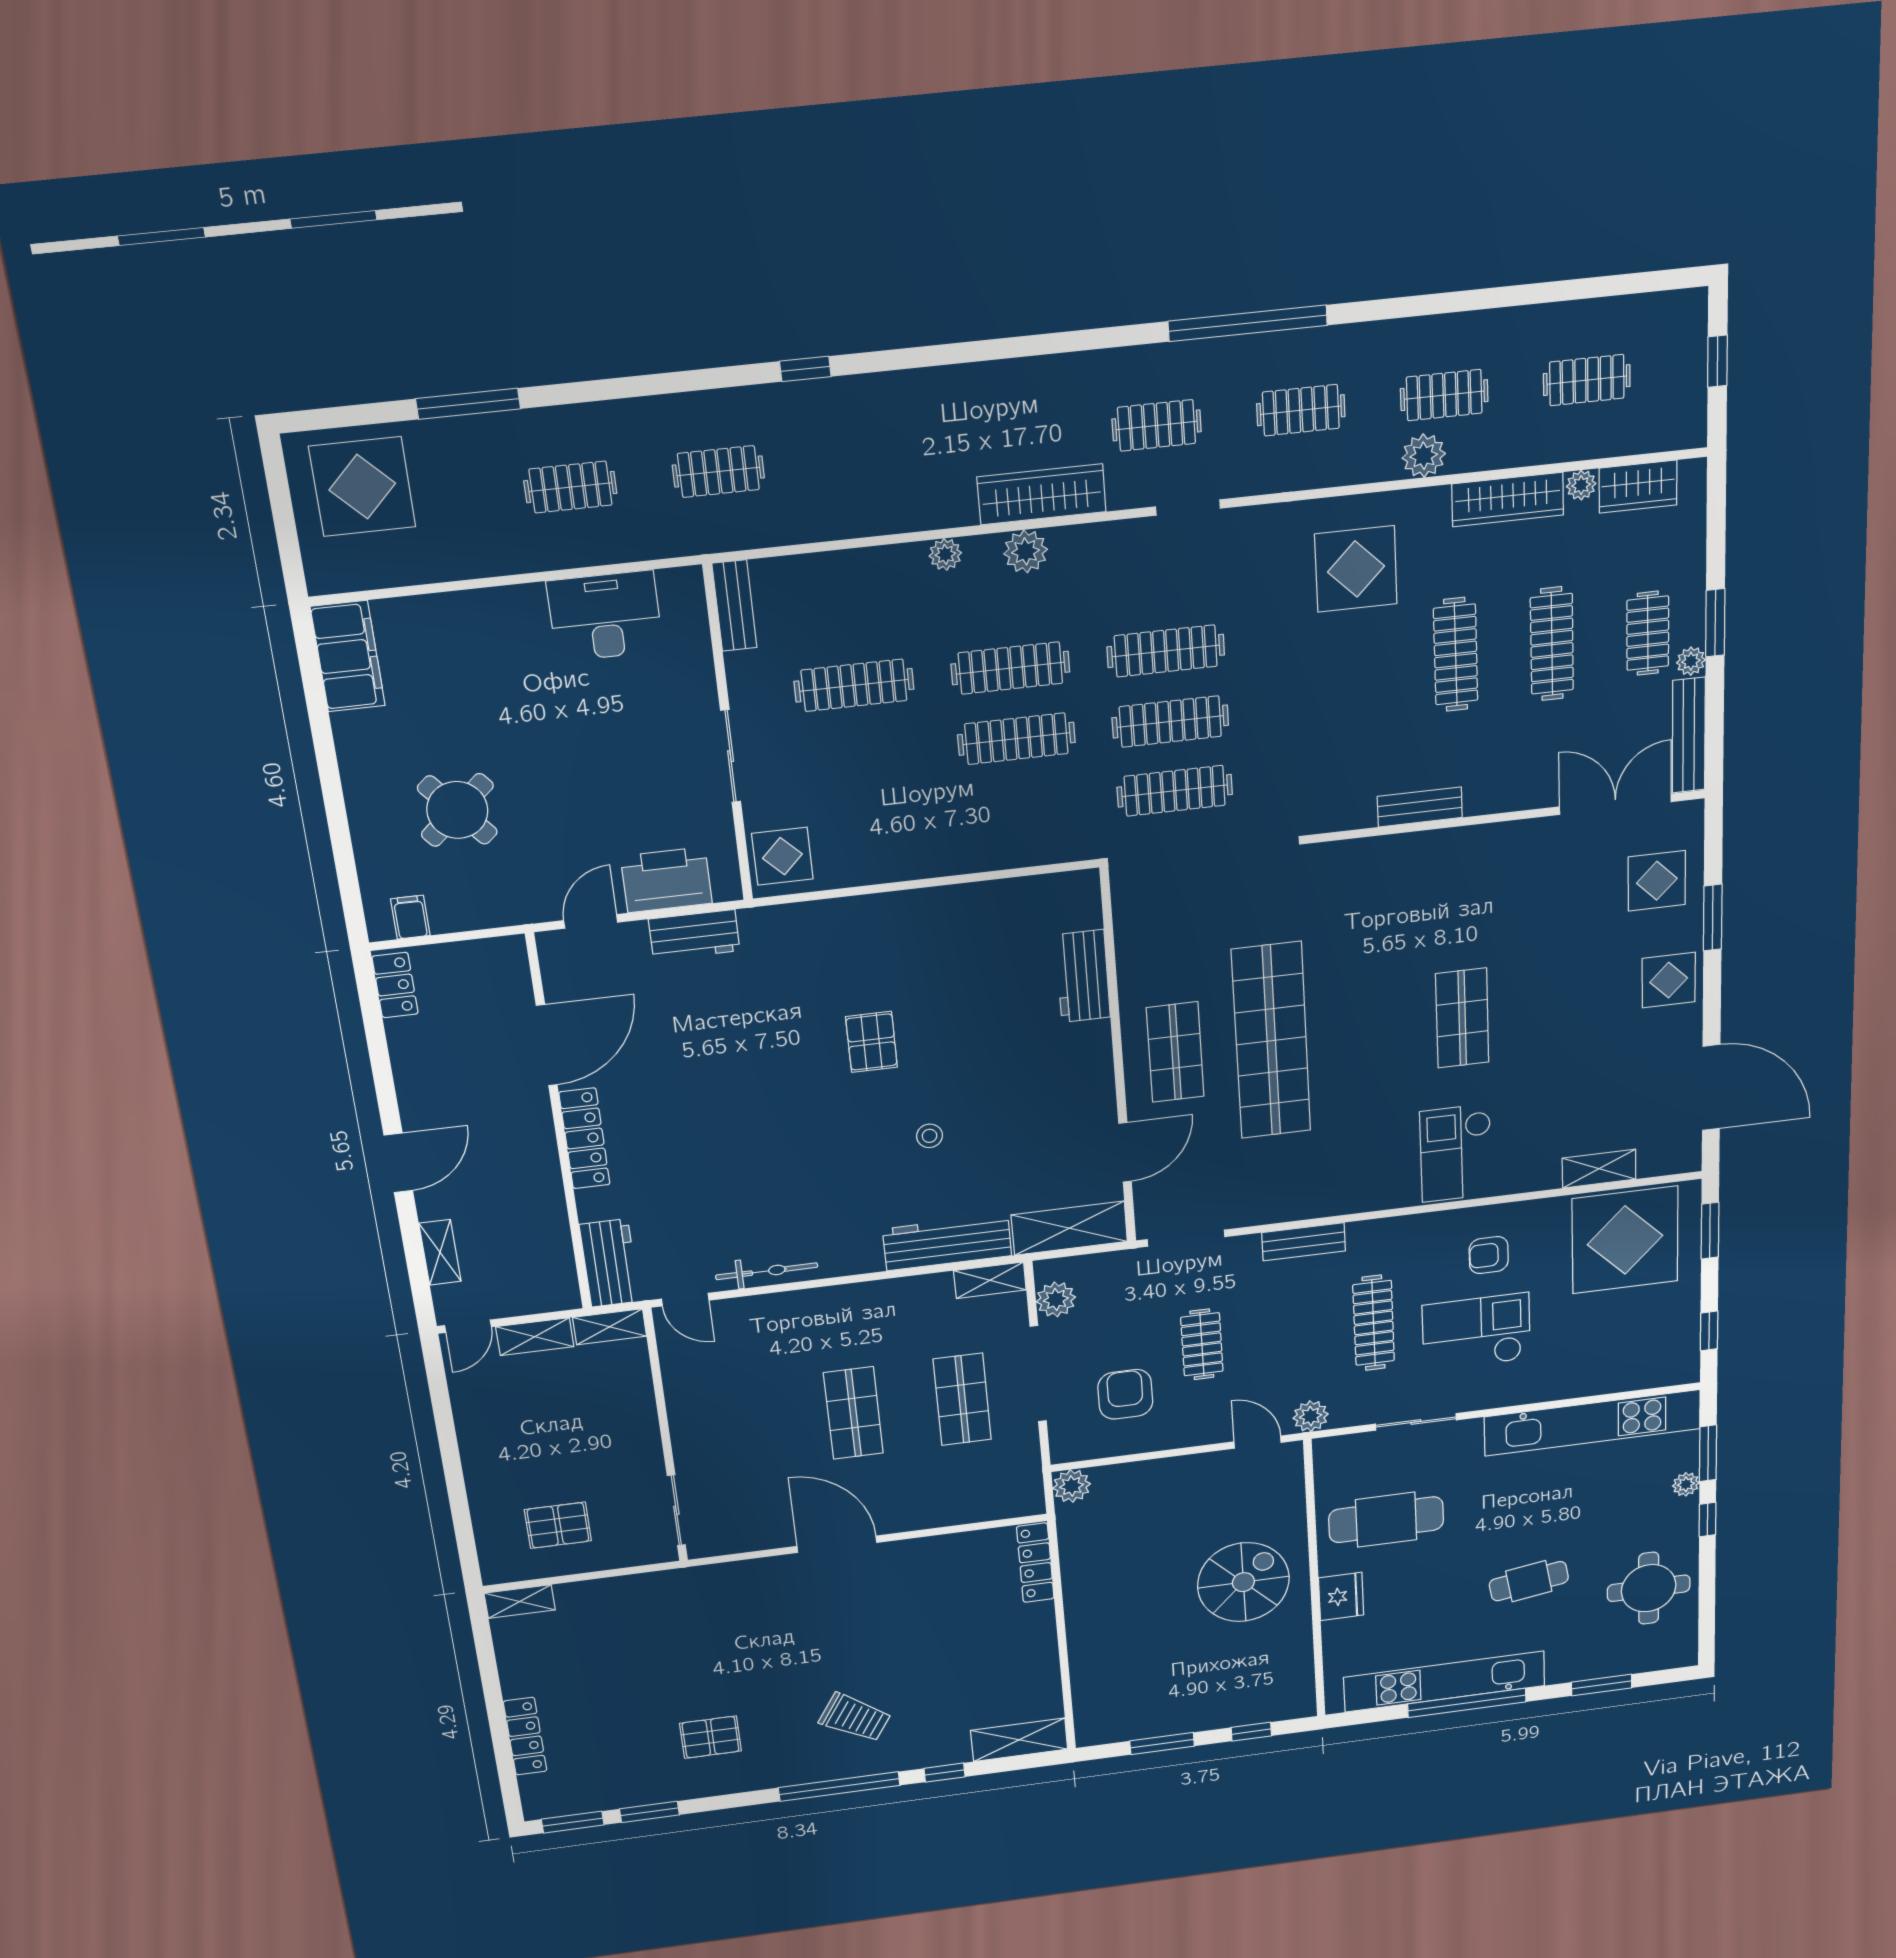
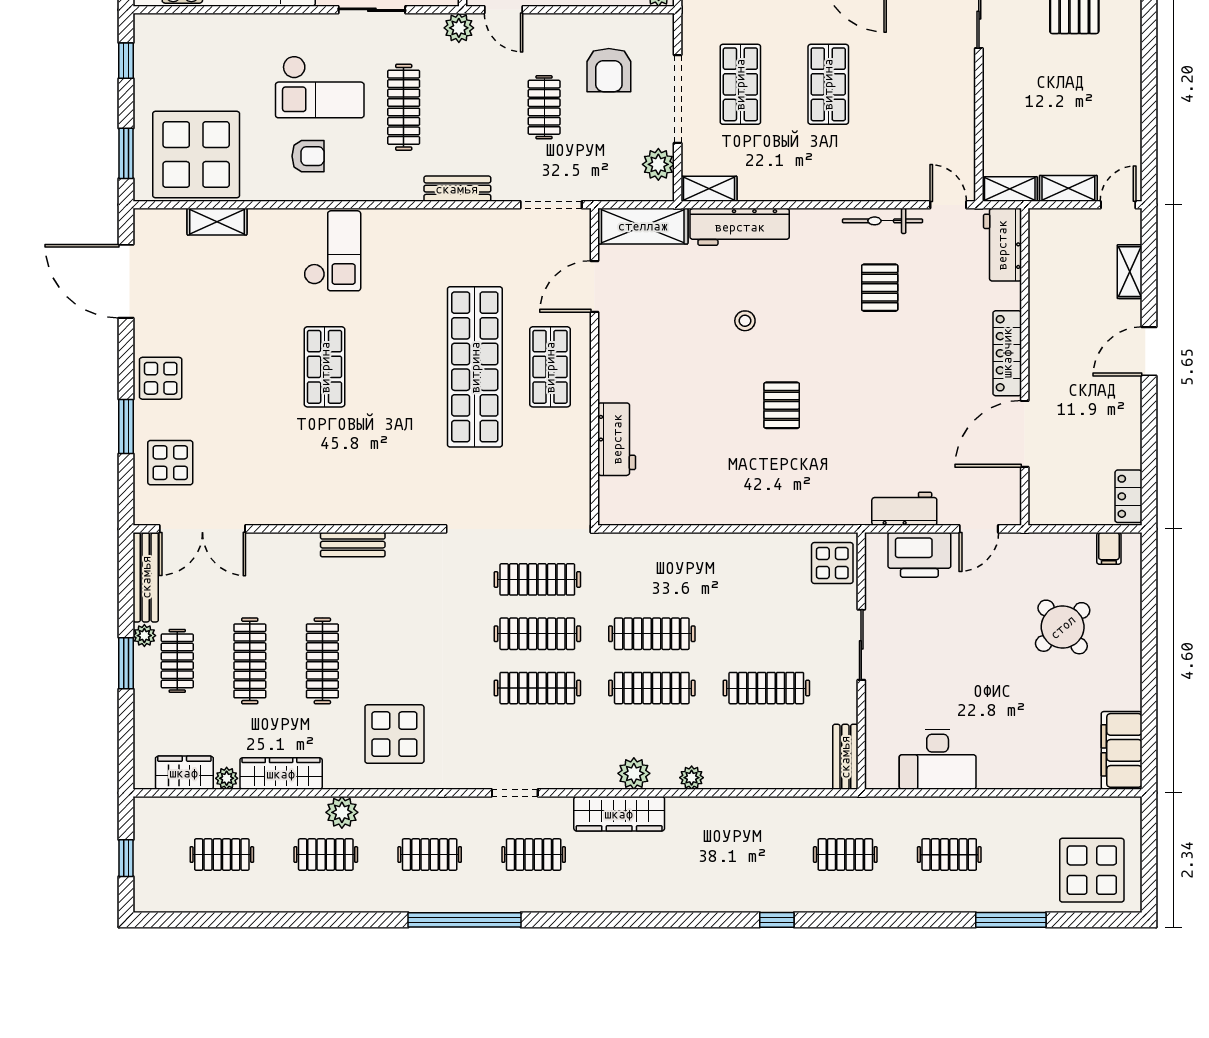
pallet: (761, 1195) -> (880, 288), added

